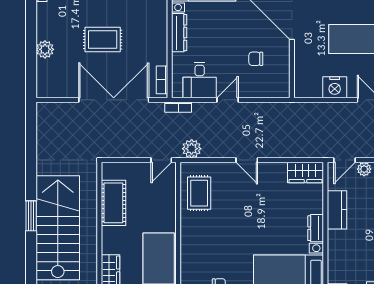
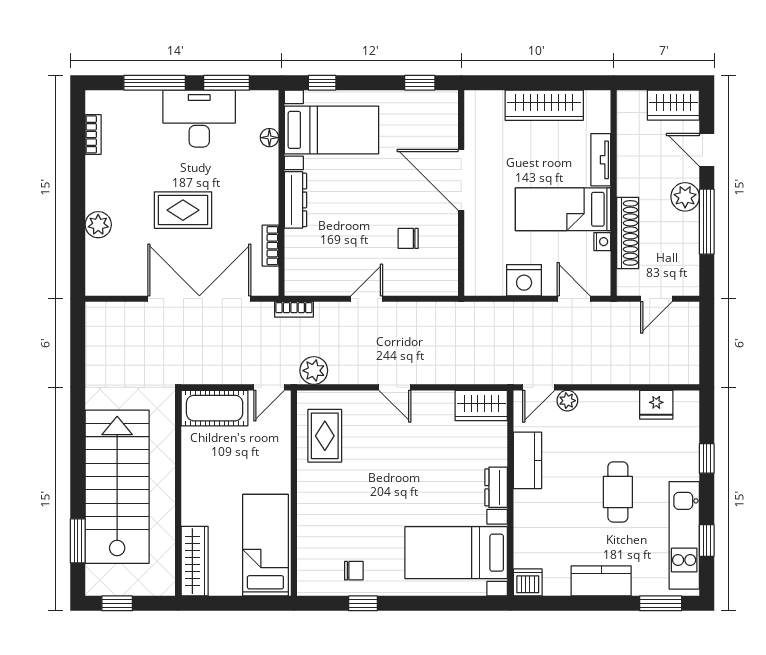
bookcase: (162, 80) -> (270, 246), moved
desk: (200, 80) -> (326, 270), removed
cot: (113, 203) -> (215, 408), moved, turned 90
window: (31, 216) -> (78, 541), moved

